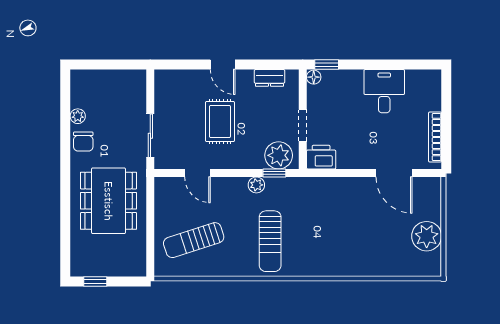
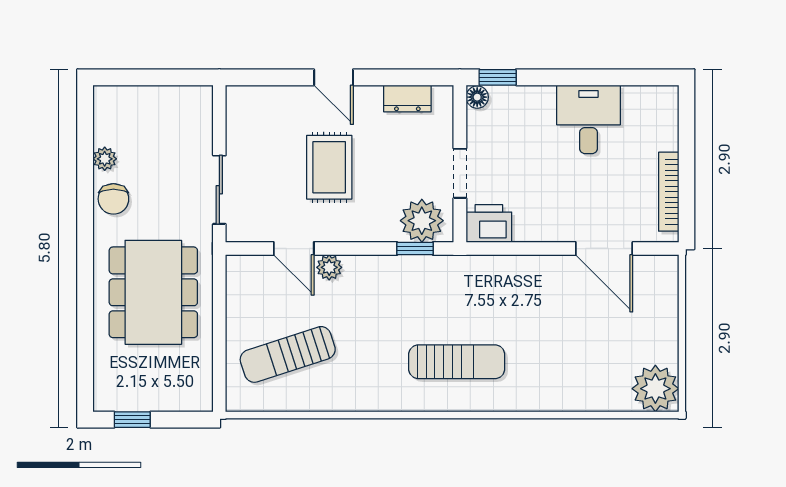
plant: (256, 185) -> (329, 267), moved
plant: (427, 236) -> (655, 389), moved
sun lounger: (270, 241) -> (457, 362), moved, turned -90

